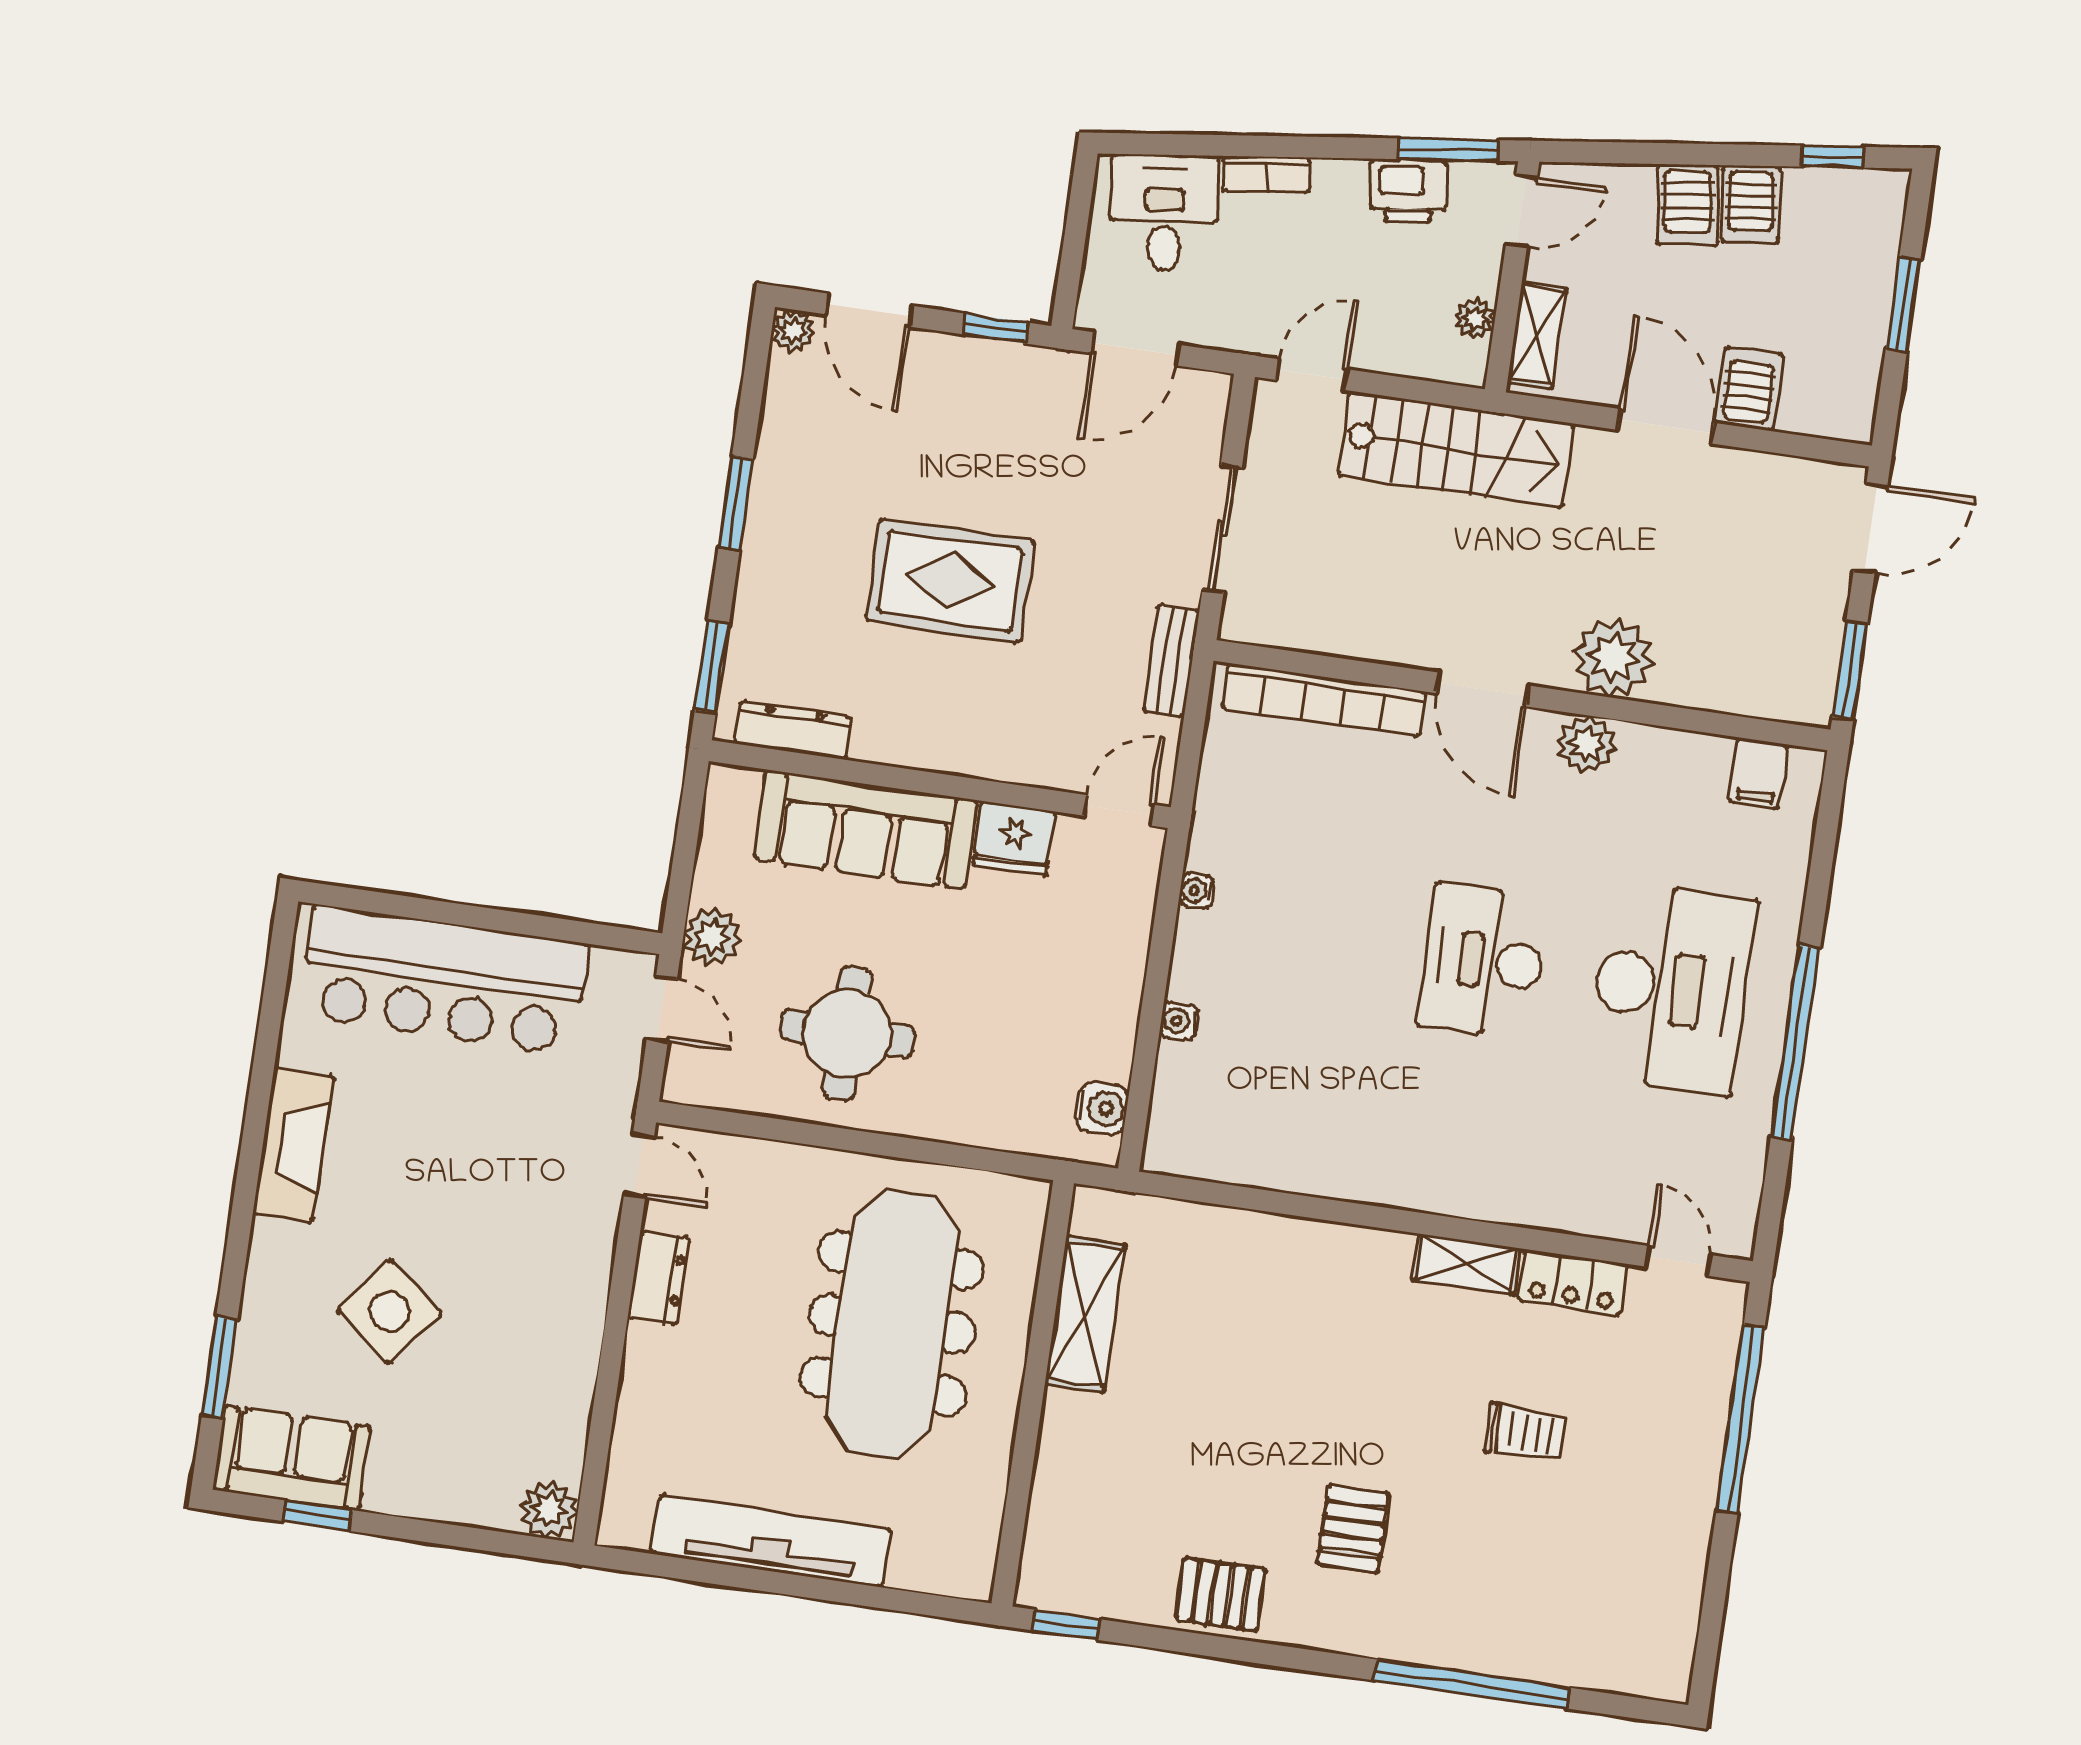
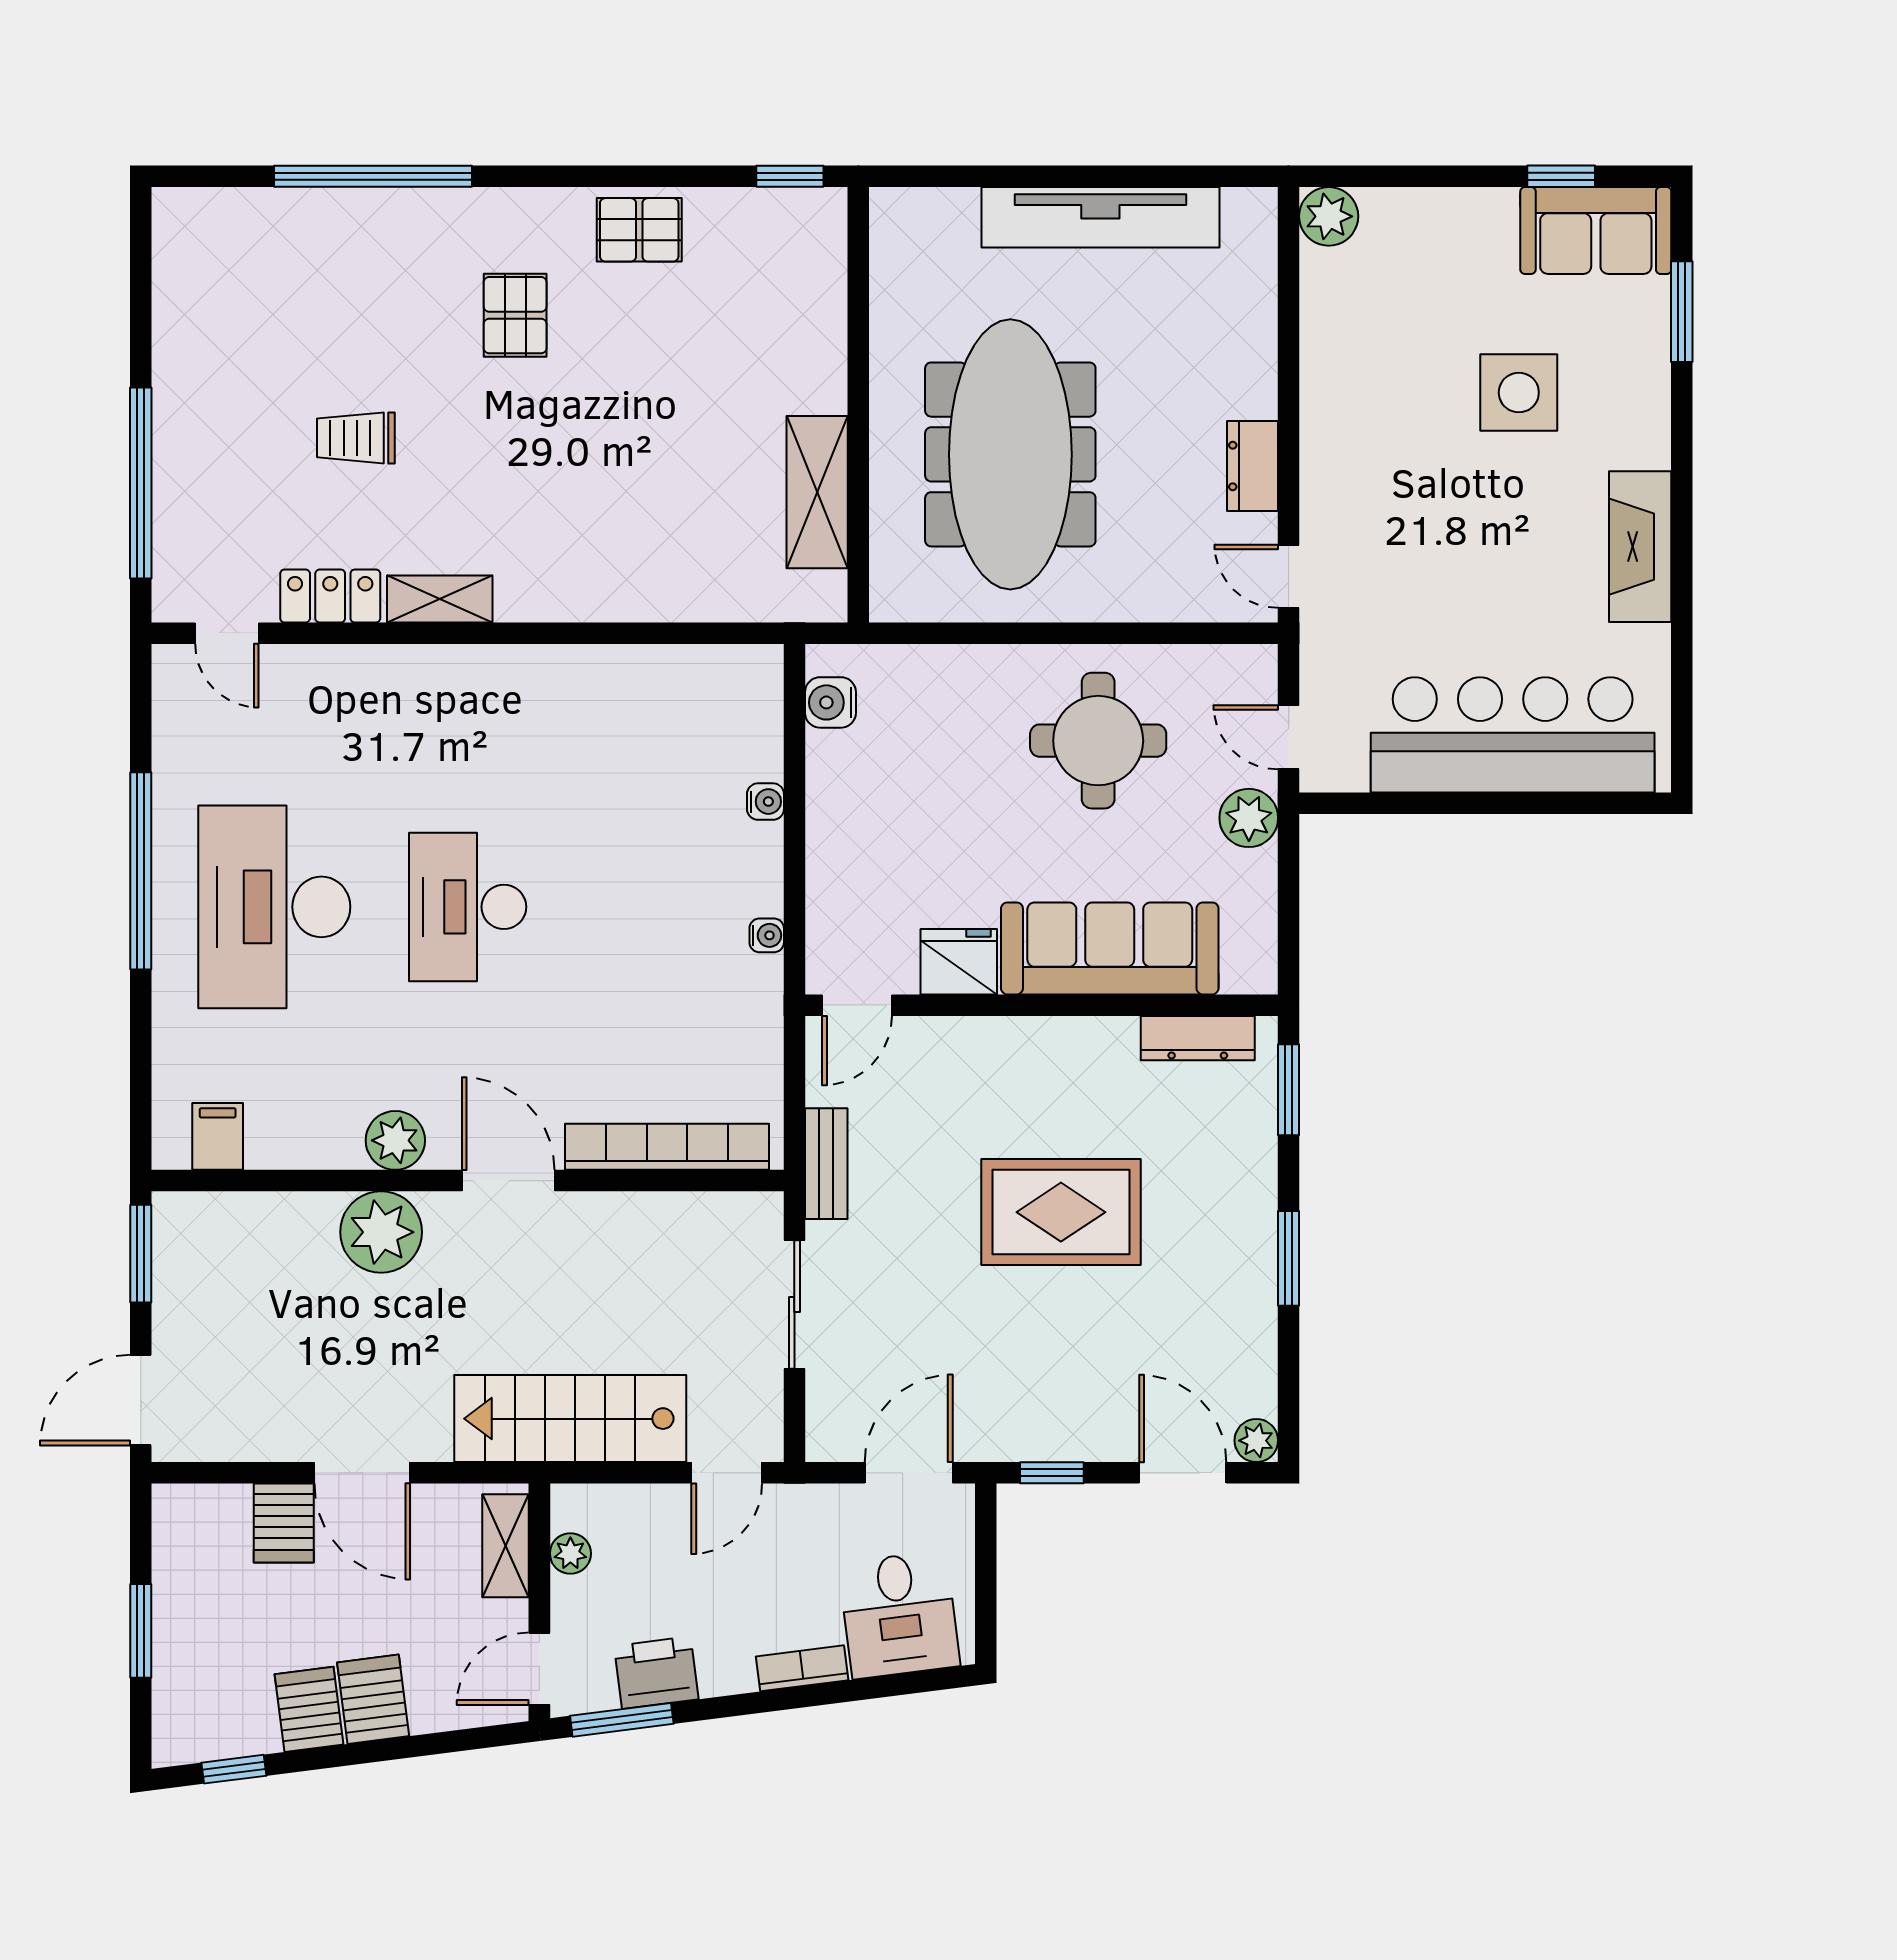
desk: (1483, 961) -> (468, 907), turned 180
side table: (389, 1312) -> (1519, 393), turned -38

